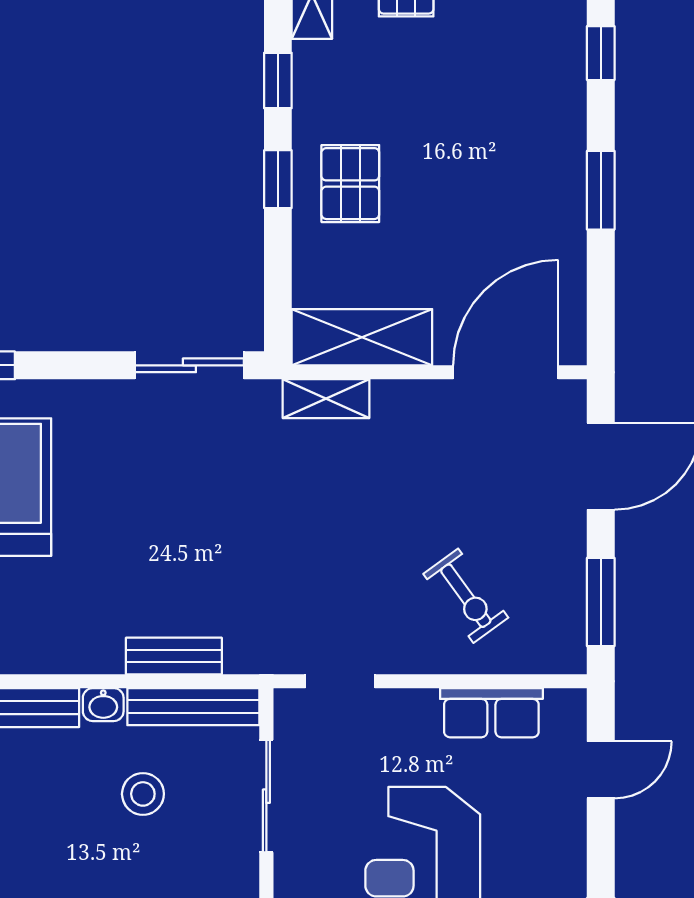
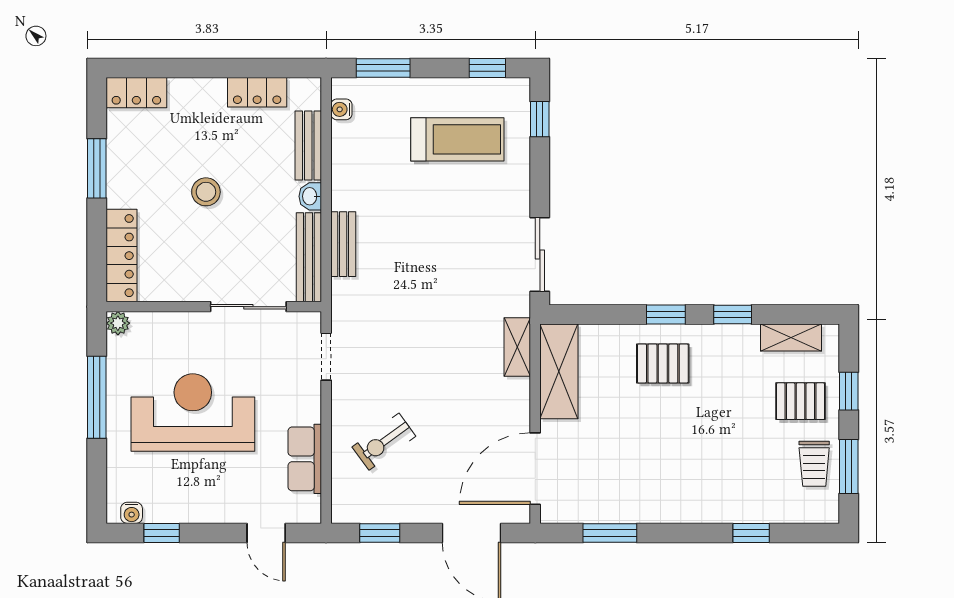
window: (601, 190) -> (610, 533), moved
door: (506, 372) -> (535, 469), swing flipped
window: (601, 602) -> (380, 533), width x0.67
stool: (143, 794) -> (206, 192), moved

